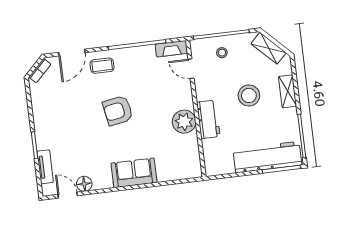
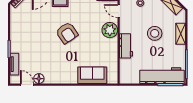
armchair: (118, 111) -> (67, 33), turned -114
plant: (184, 122) -> (110, 30), moved
sofa: (134, 173) -> (92, 75), moved

